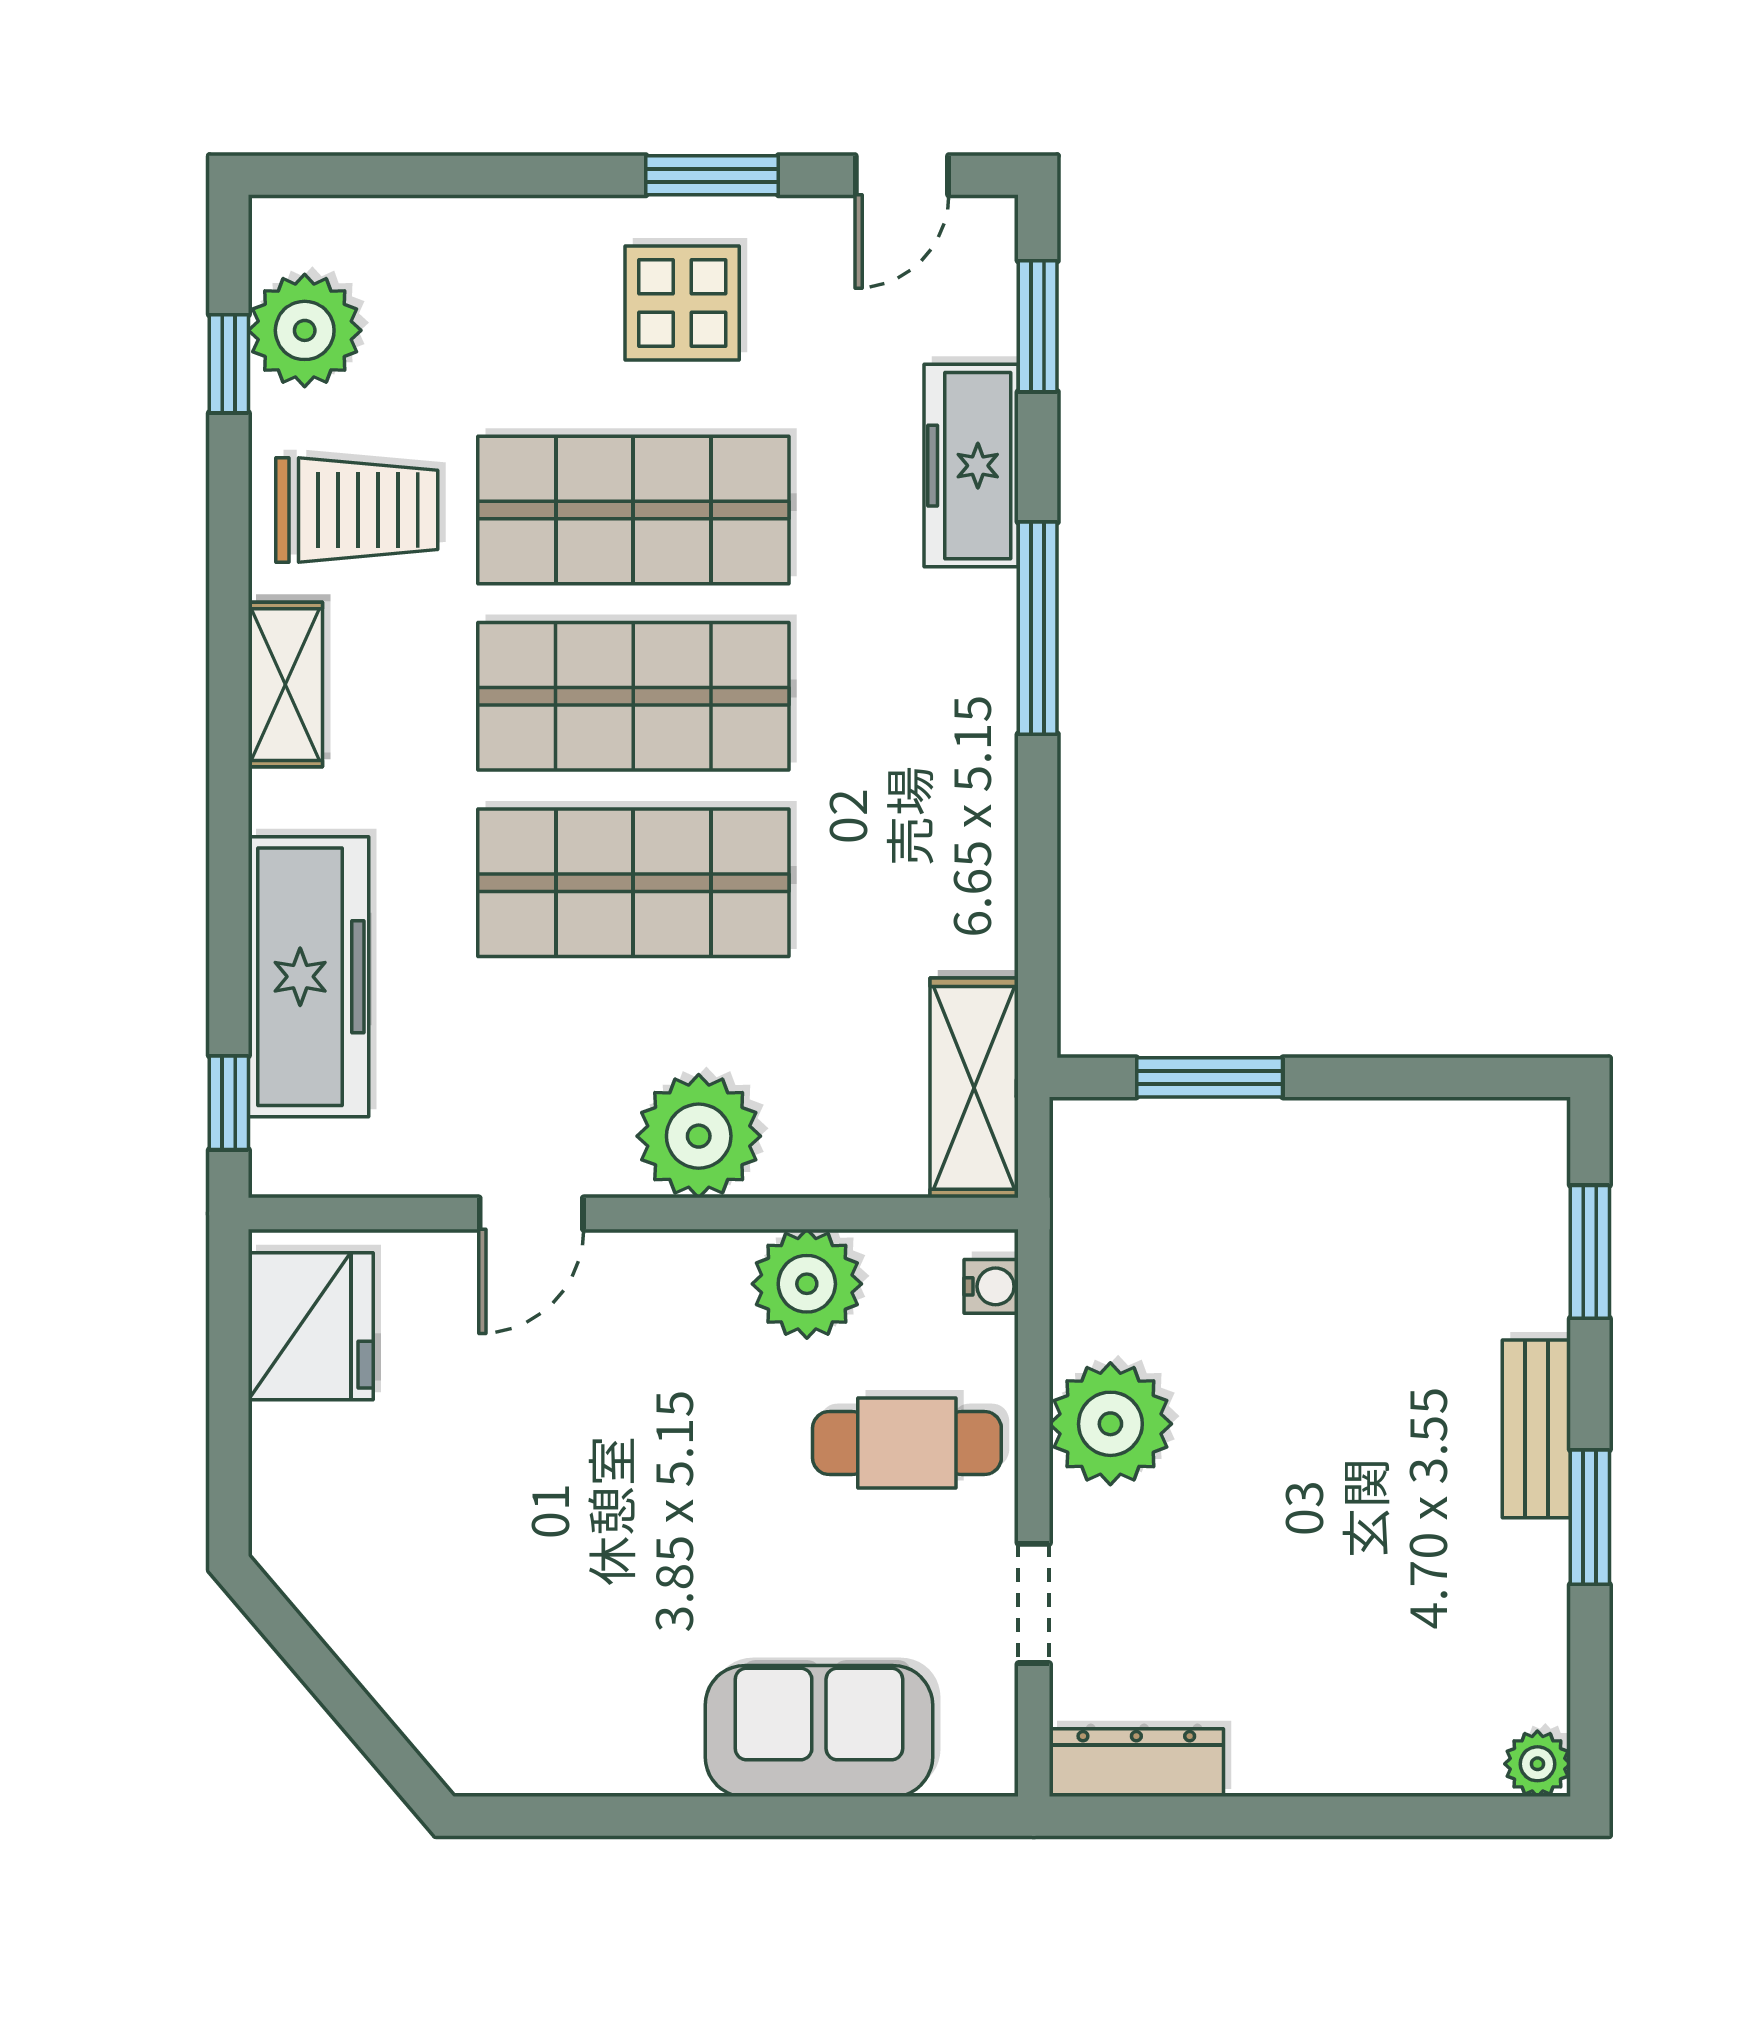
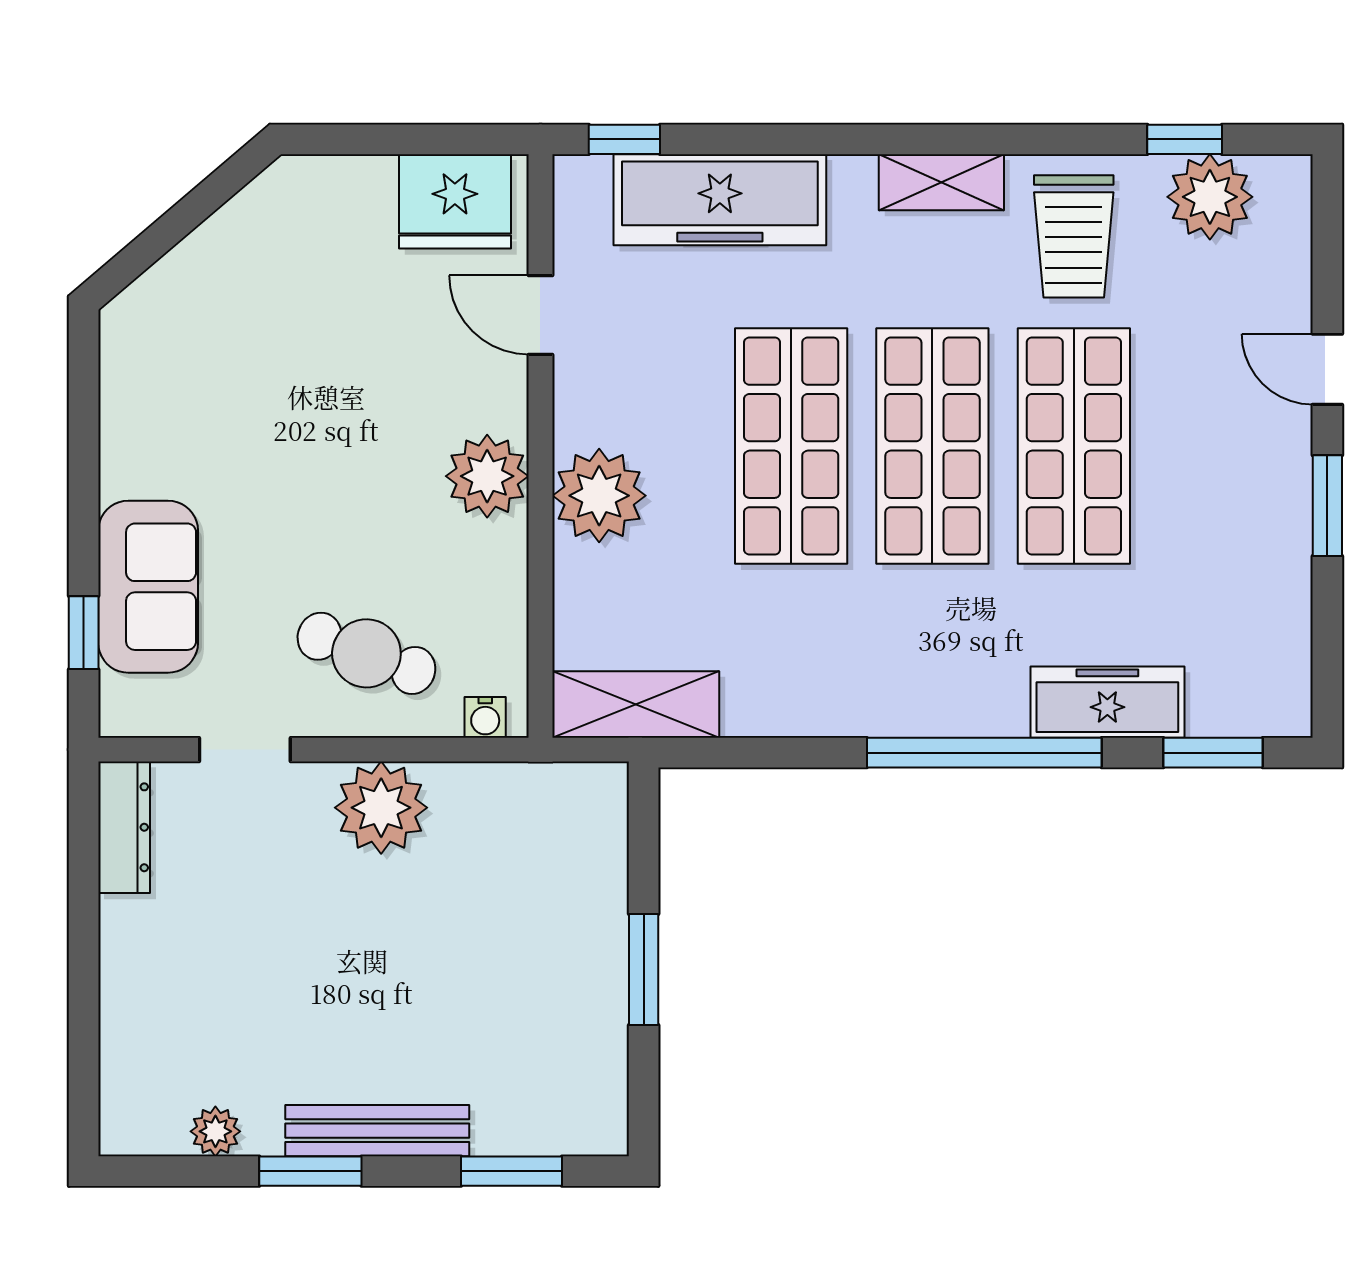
door: (902, 175) -> (1327, 369), moved
display table: (682, 303) -> (1231, 483), removed
window: (1038, 628) -> (984, 753), width x1.46
window: (1210, 1077) -> (644, 970), moved
door: (531, 1213) -> (540, 315), moved
plant: (807, 1284) -> (487, 476), moved
bench: (1536, 1429) -> (377, 1131), width x1.36
cafe table: (907, 1443) -> (366, 653), turned -70
plant: (1537, 1764) -> (215, 1131), moved
window: (880, 1816) -> (84, 633), added

